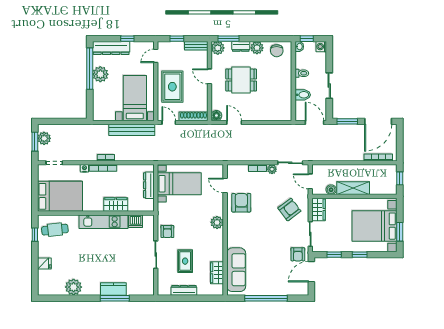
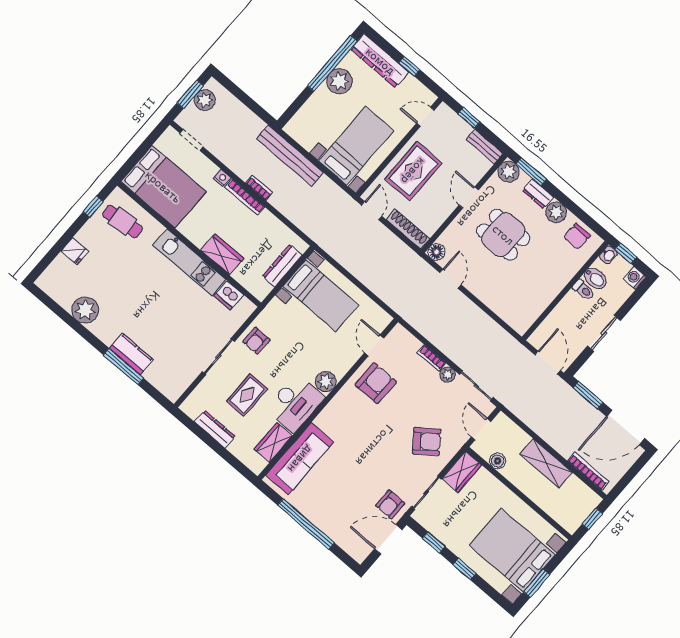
bidet: (303, 95) -> (595, 278), moved
bench: (132, 130) -> (290, 156), moved
shelving: (353, 188) -> (546, 463), moved
desk: (211, 245) -> (295, 403), added

